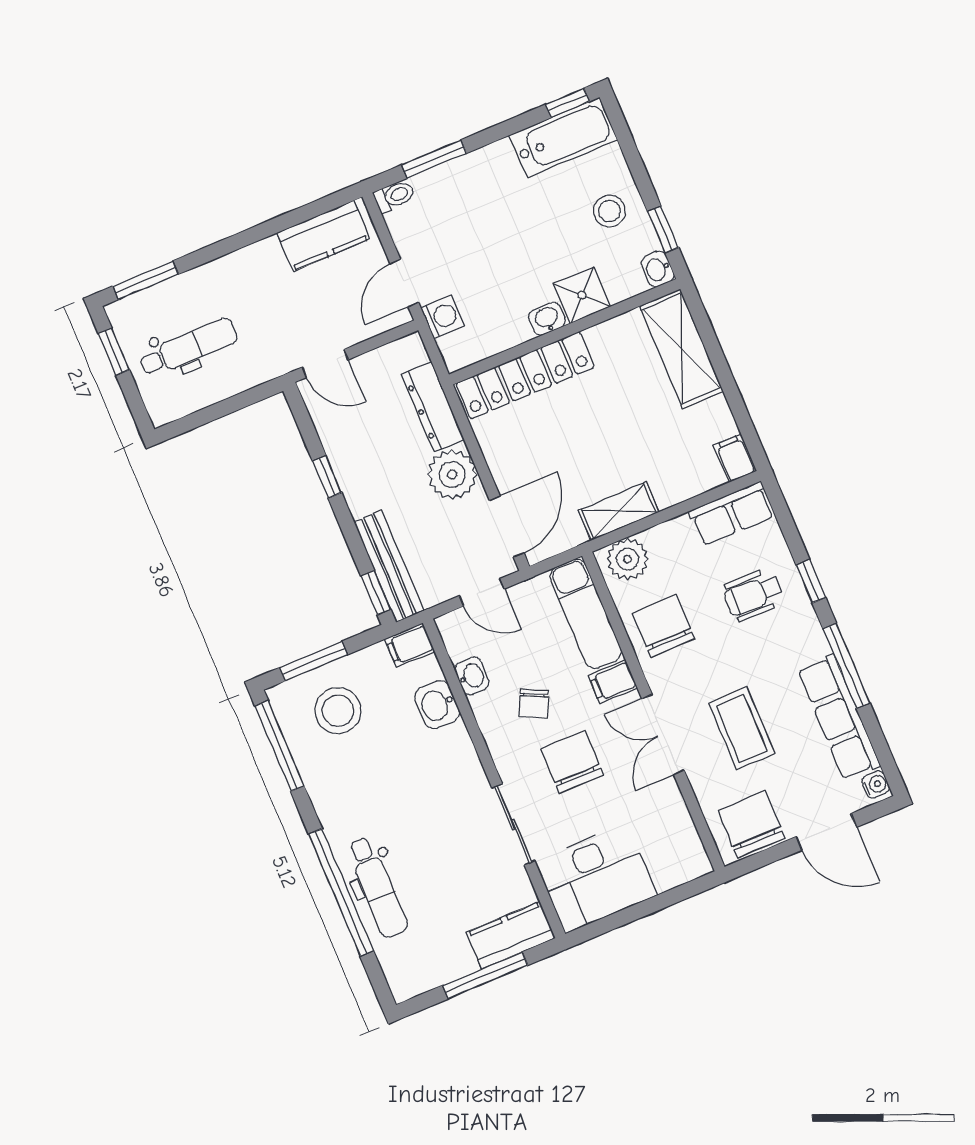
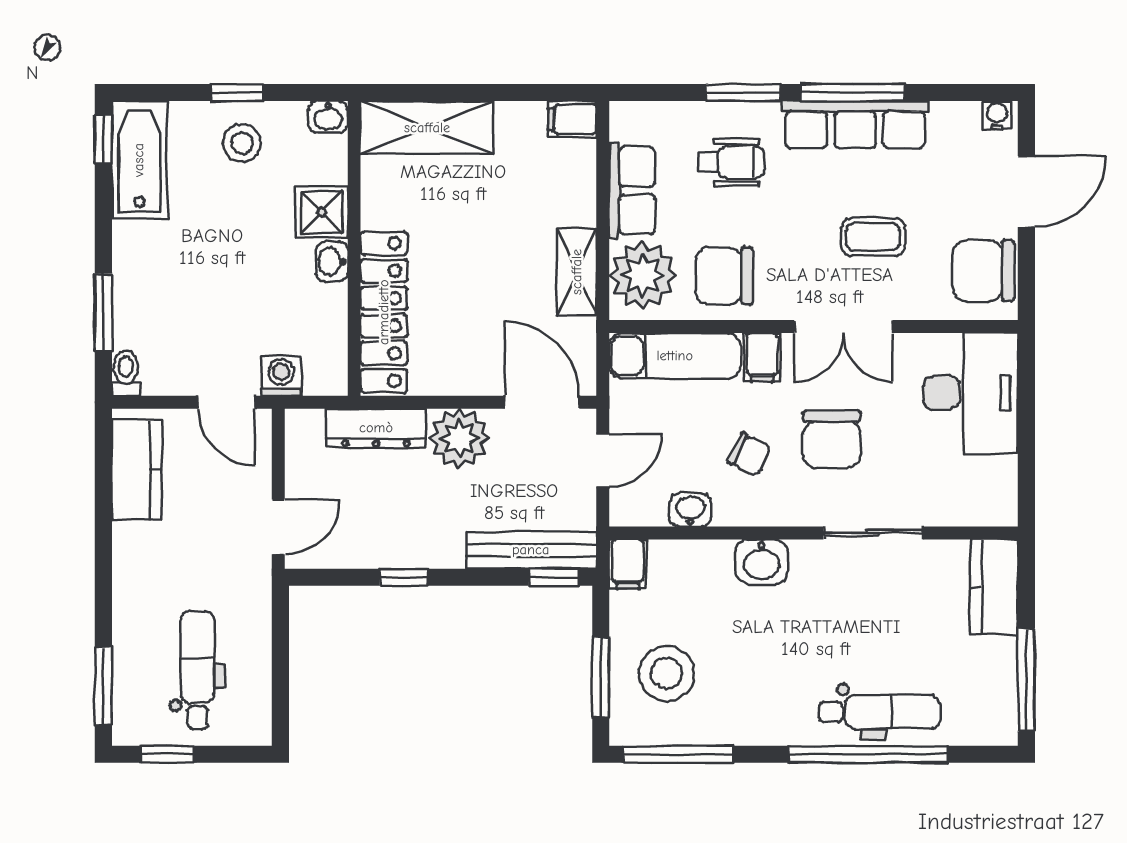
window: (663, 230) -> (237, 93), moved
row of seats: (732, 514) -> (632, 191), moved
plant: (628, 559) -> (643, 275), width x1.36, depth x1.36
window: (811, 581) -> (743, 93), width x1.50
wheelchair: (753, 595) -> (731, 162), turned -91
washbasin: (437, 705) -> (762, 562), moved
row of seats: (839, 717) -> (855, 125), moved
coffee table: (742, 728) -> (873, 237), width x0.73, depth x0.77
chair: (572, 762) -> (832, 439), turned -90
desk: (596, 878) -> (971, 393), moved
window: (485, 975) -> (1026, 680), moved

